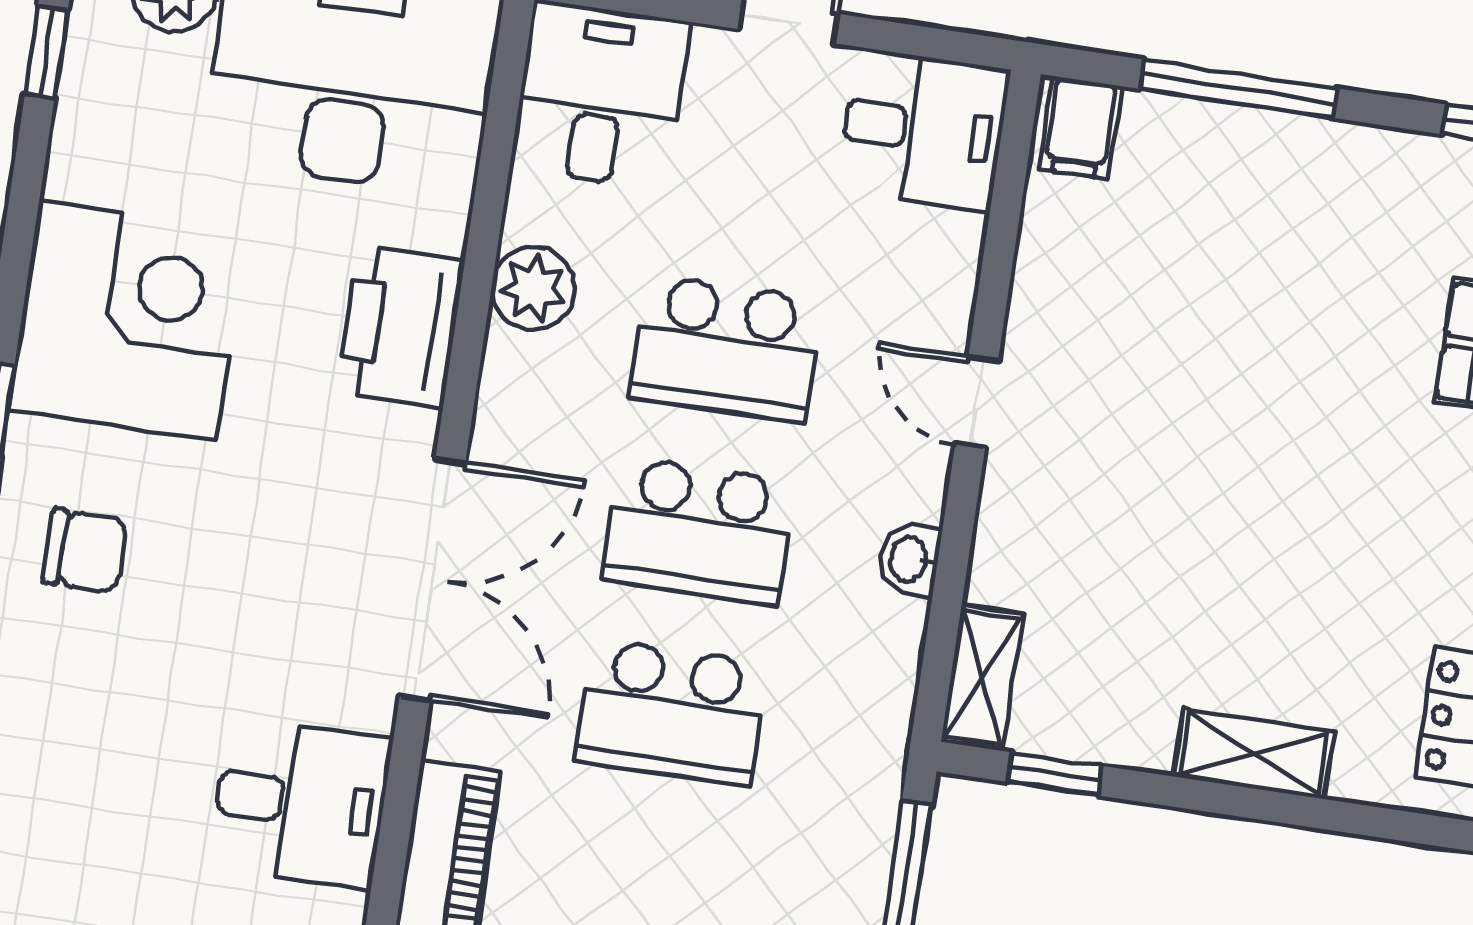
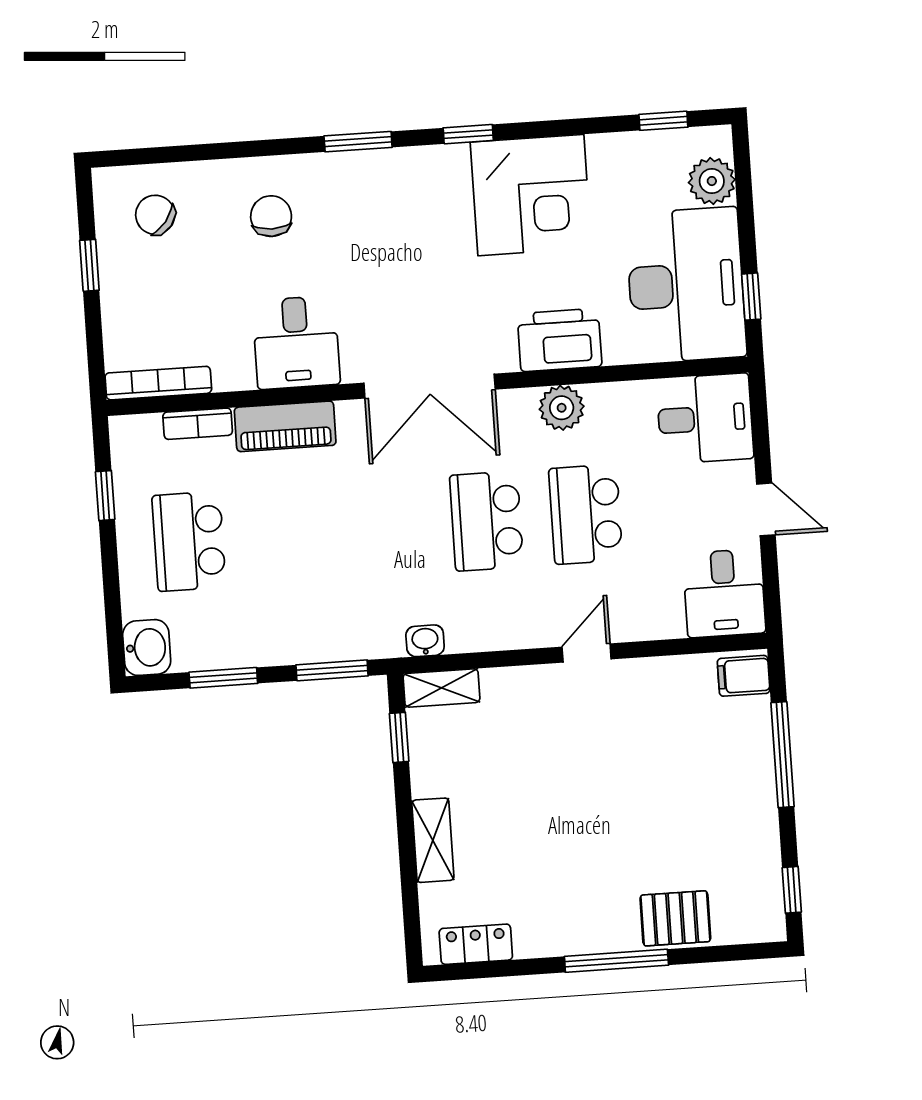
plant: (533, 288) -> (562, 408), moved
chair: (85, 551) -> (271, 216), moved, turned 180
washbasin: (910, 559) -> (425, 641), moved
school desk: (672, 712) -> (387, 528), removed

